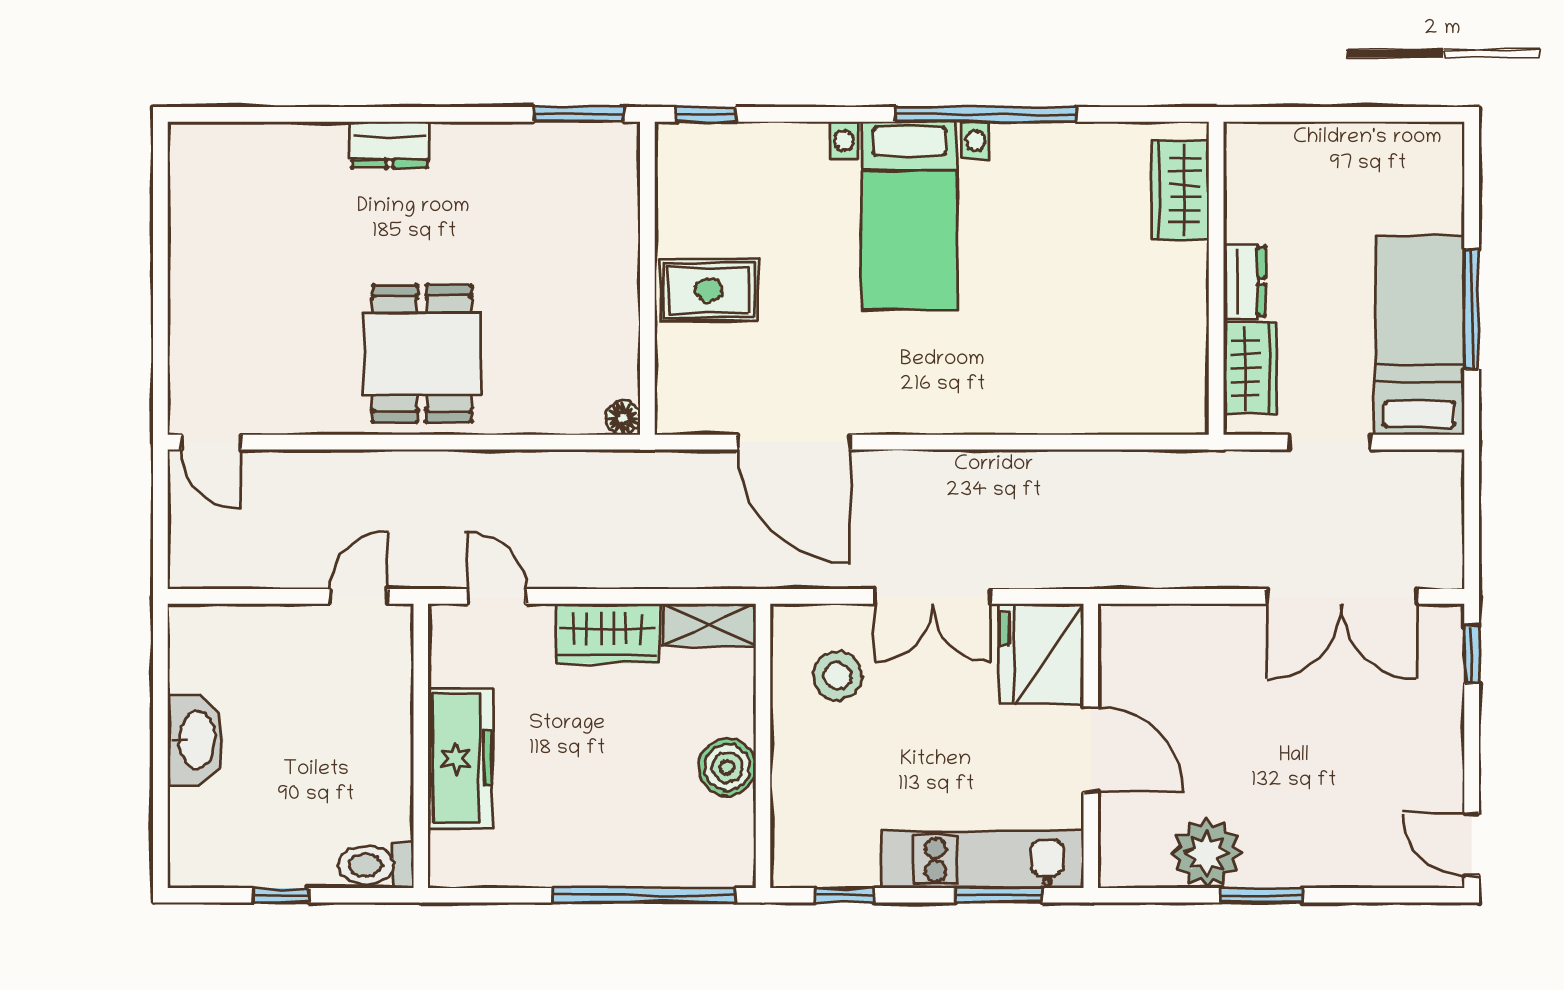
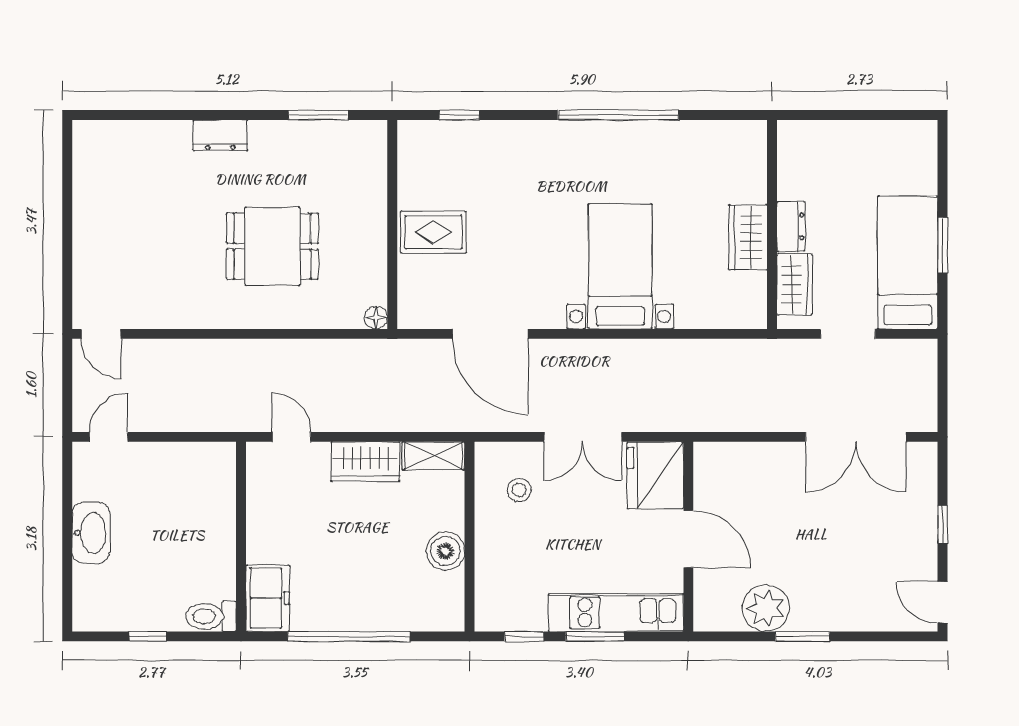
window: (579, 114) -> (318, 115), moved
window: (706, 114) -> (459, 115), moved
wardrobe: (1180, 190) -> (748, 237), moved
bed with nightstands: (910, 216) -> (620, 266), moved, turned 180
window: (1472, 309) -> (943, 245), width x0.69
dining table: (422, 354) -> (272, 246), moved, turned 90
door: (358, 596) -> (109, 437), moved
window: (1472, 655) -> (943, 525), moved
stool: (837, 676) -> (519, 490), width x0.73, depth x0.73
freezer: (461, 758) -> (268, 598), moved, width x0.71
window: (644, 895) -> (349, 636), moved
window: (998, 895) -> (595, 636), moved

